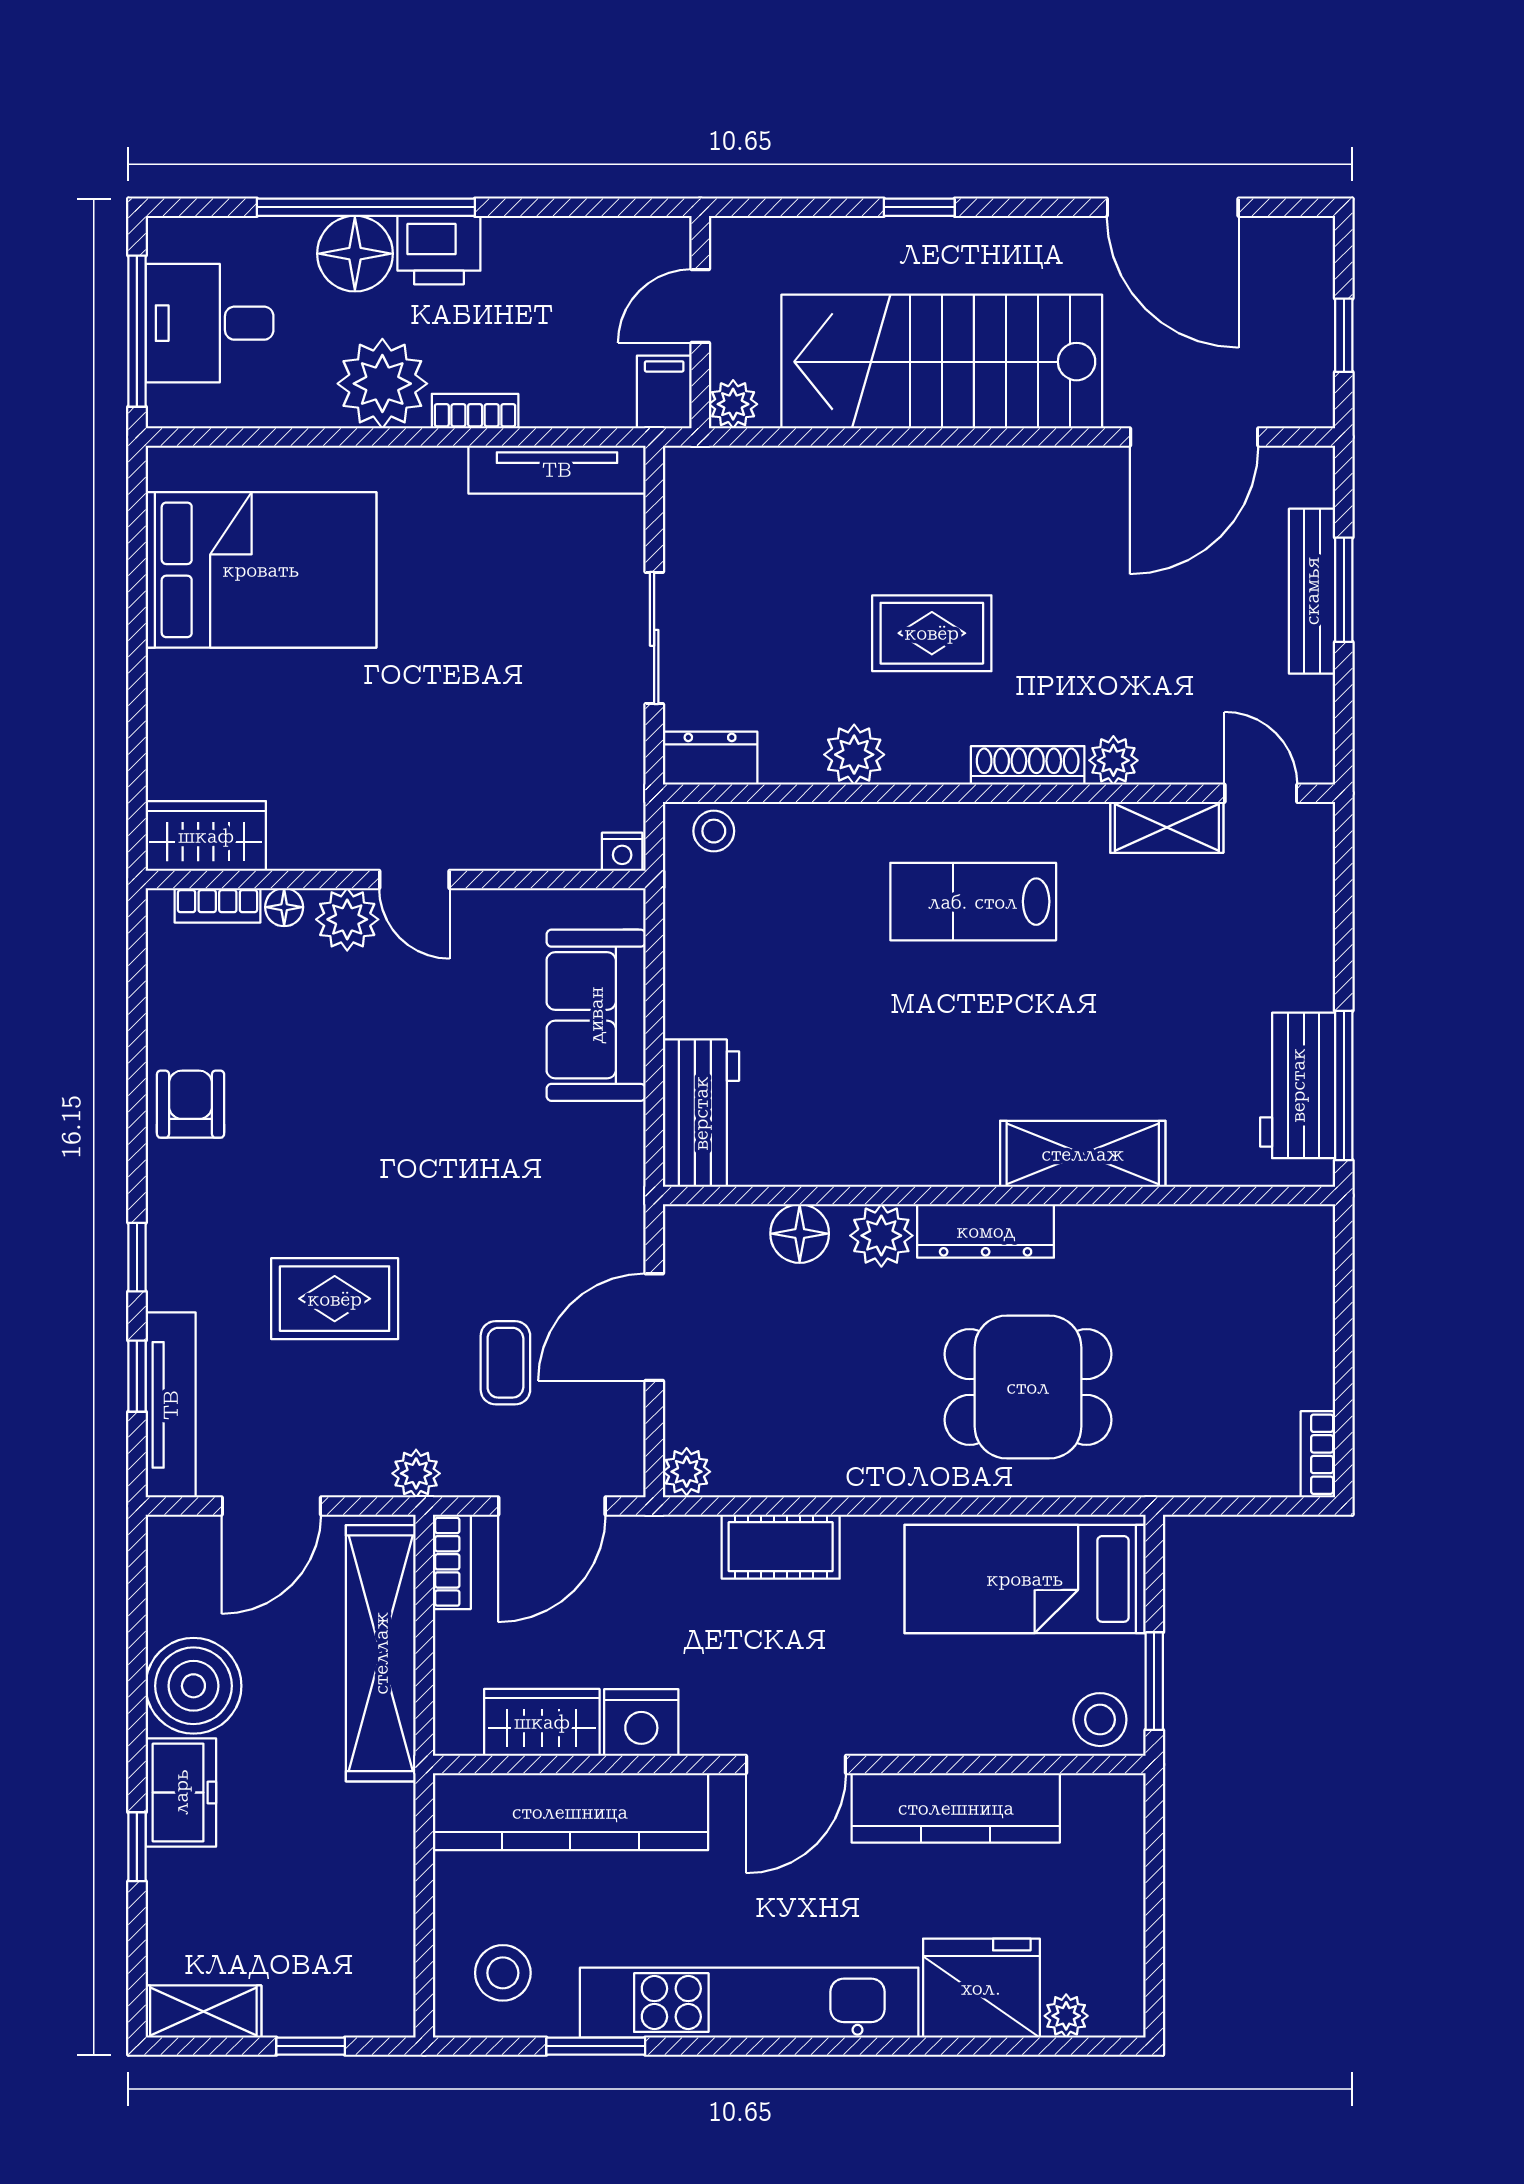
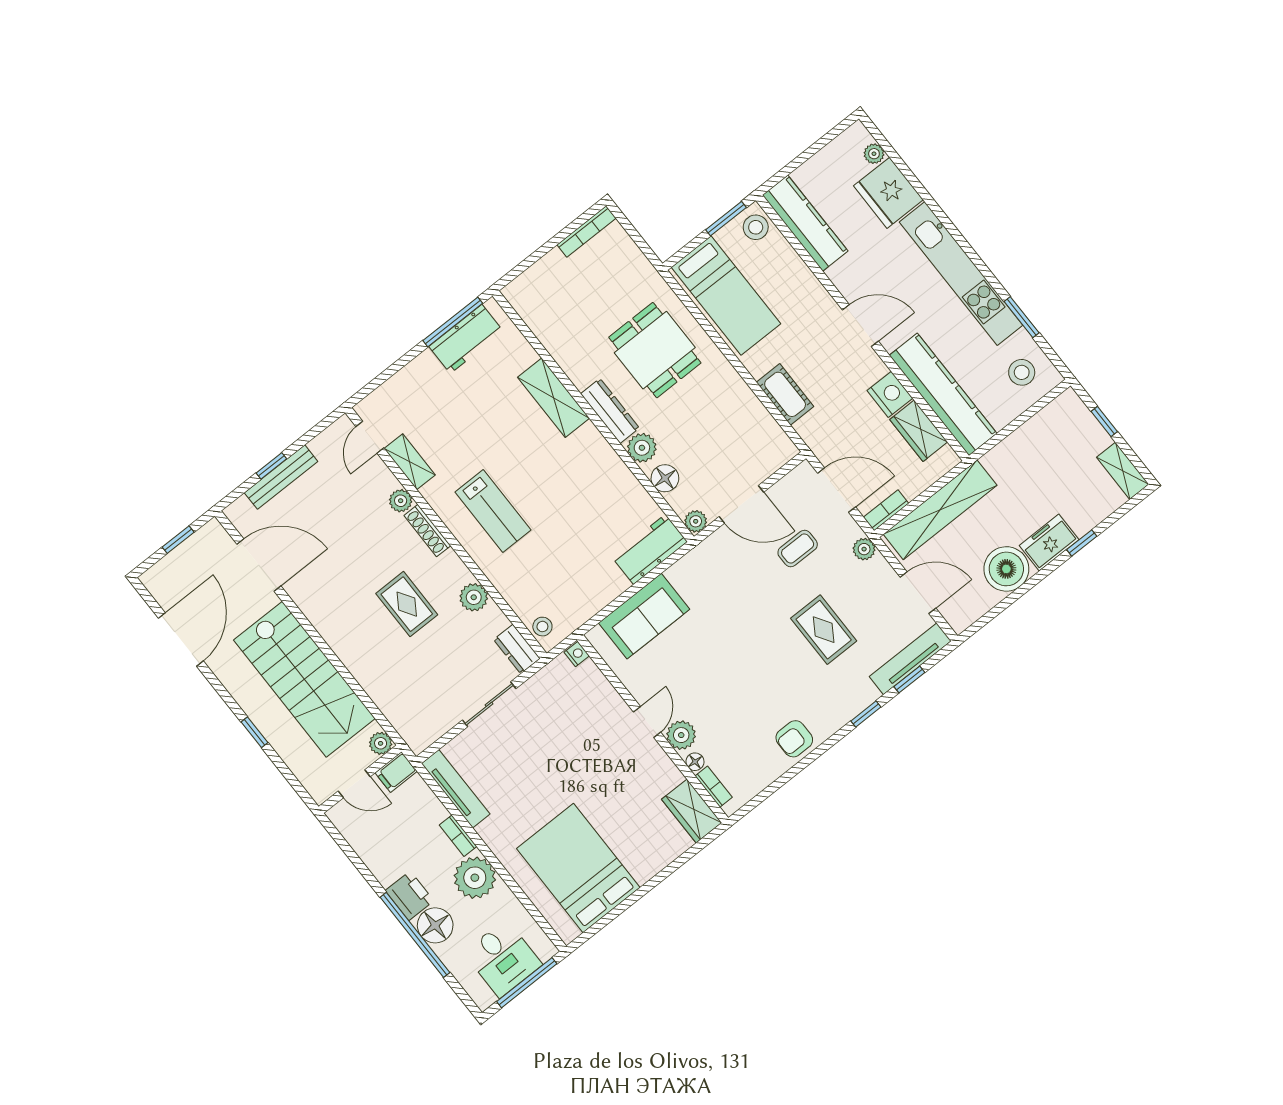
window: (1344, 590) -> (271, 466), width x0.67
bookcase: (1318, 1454) -> (586, 231), width x1.56
plant: (687, 1472) -> (696, 521), moved
kitchen counter: (956, 1808) -> (805, 223), moved

